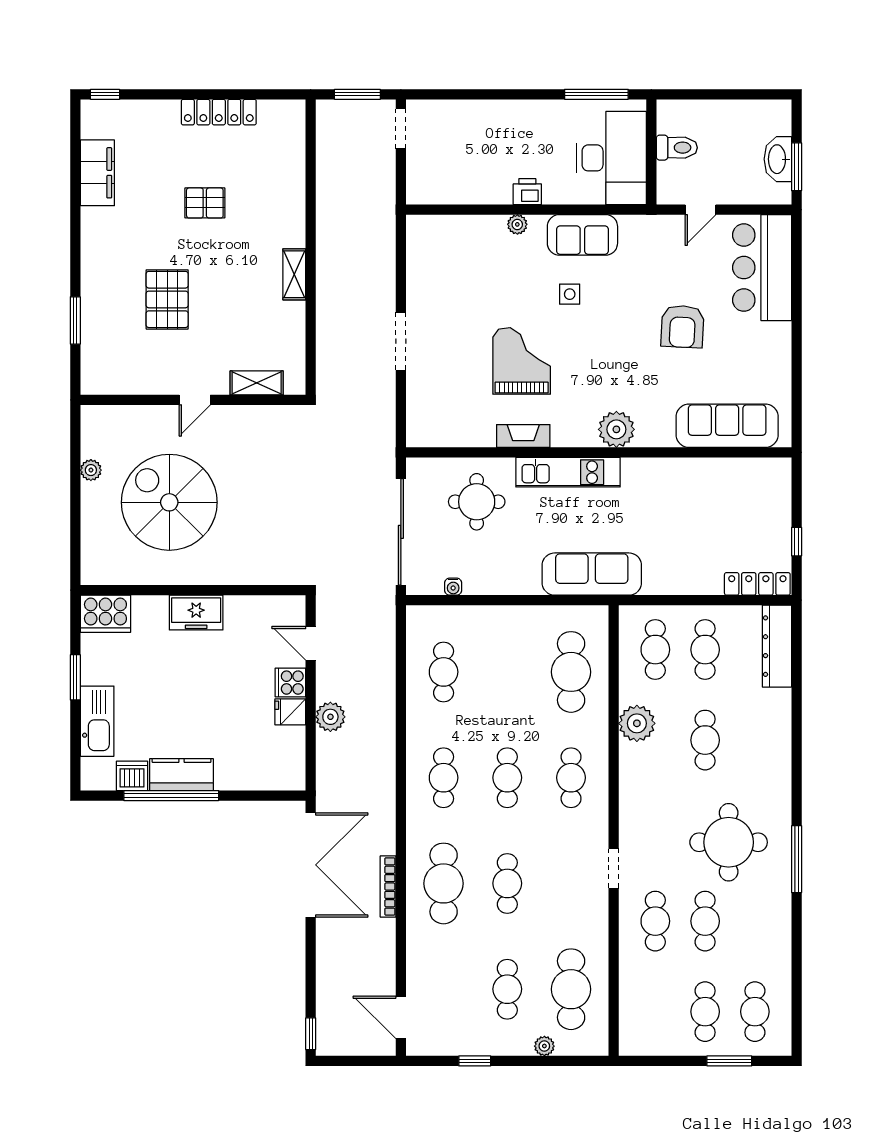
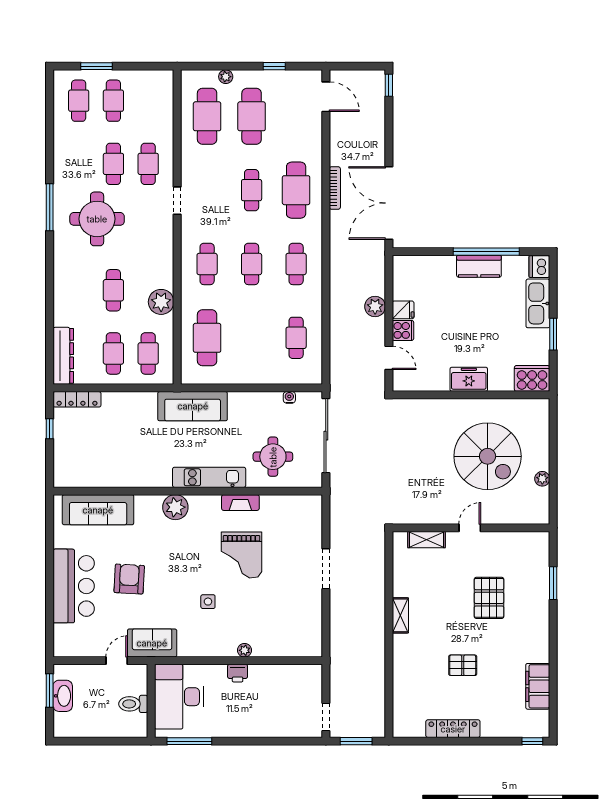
sofa: (582, 235) -> (152, 643), moved
bar counter: (762, 268) -> (74, 586), moved
dishwasher: (132, 776) -> (539, 267), moved, turned 90
cafe table: (507, 989) -> (252, 116), width x1.37, depth x1.35

